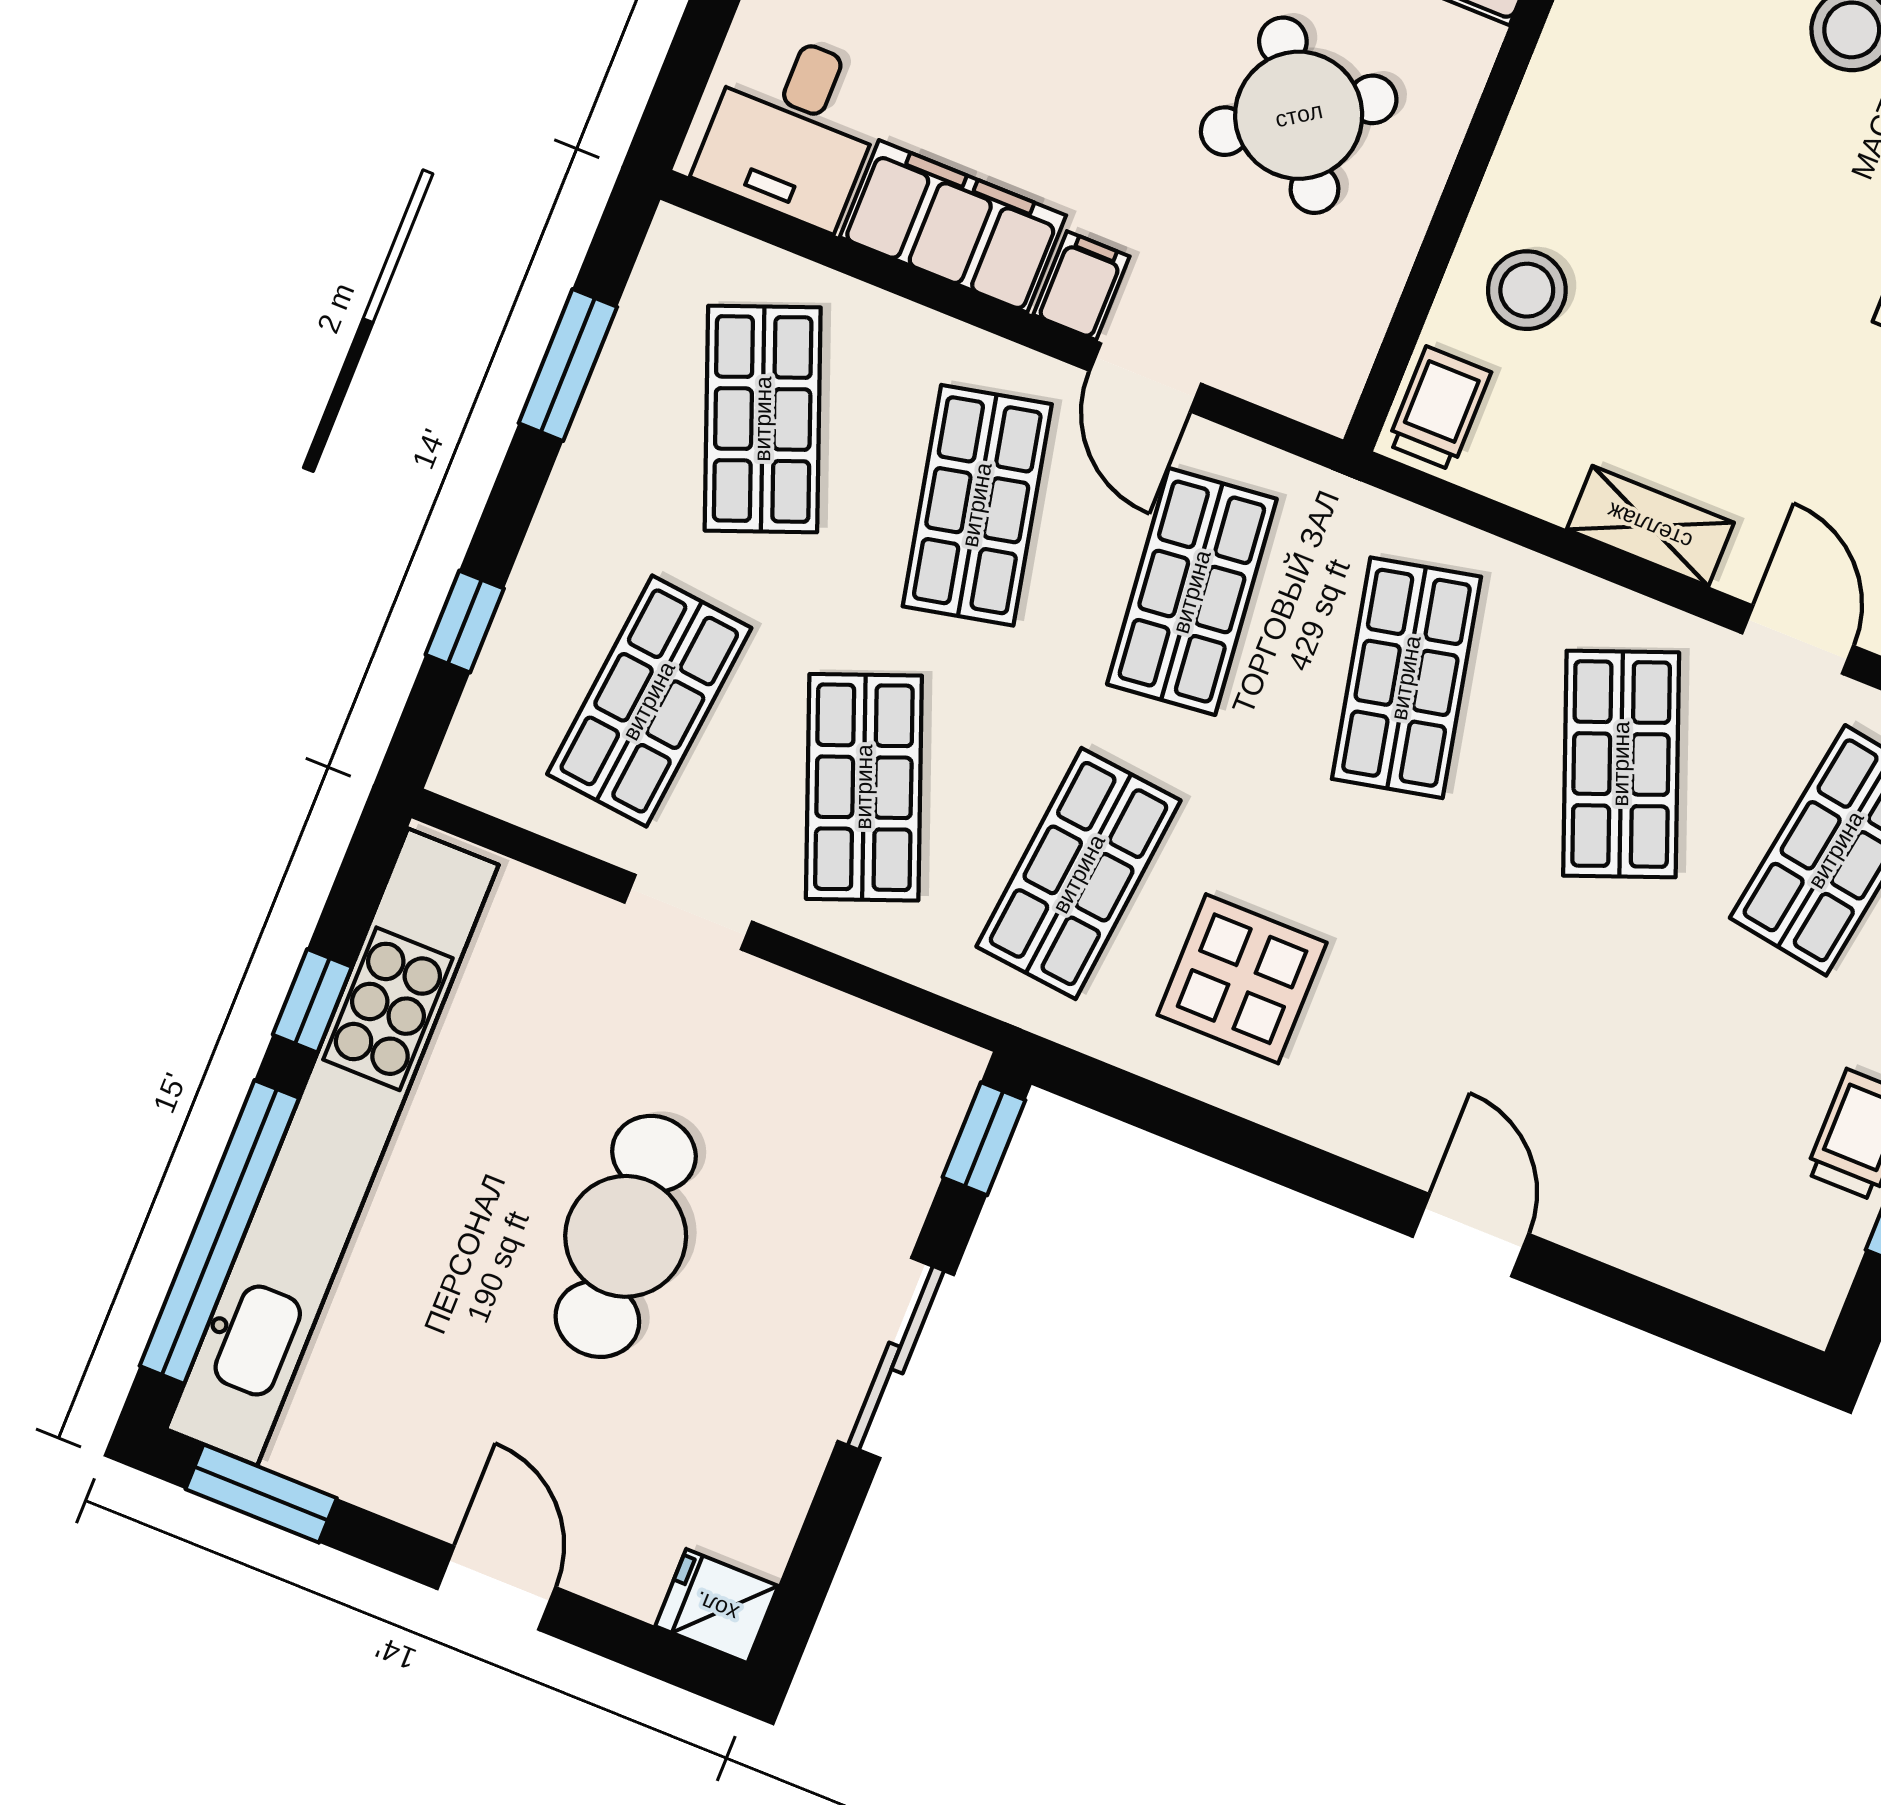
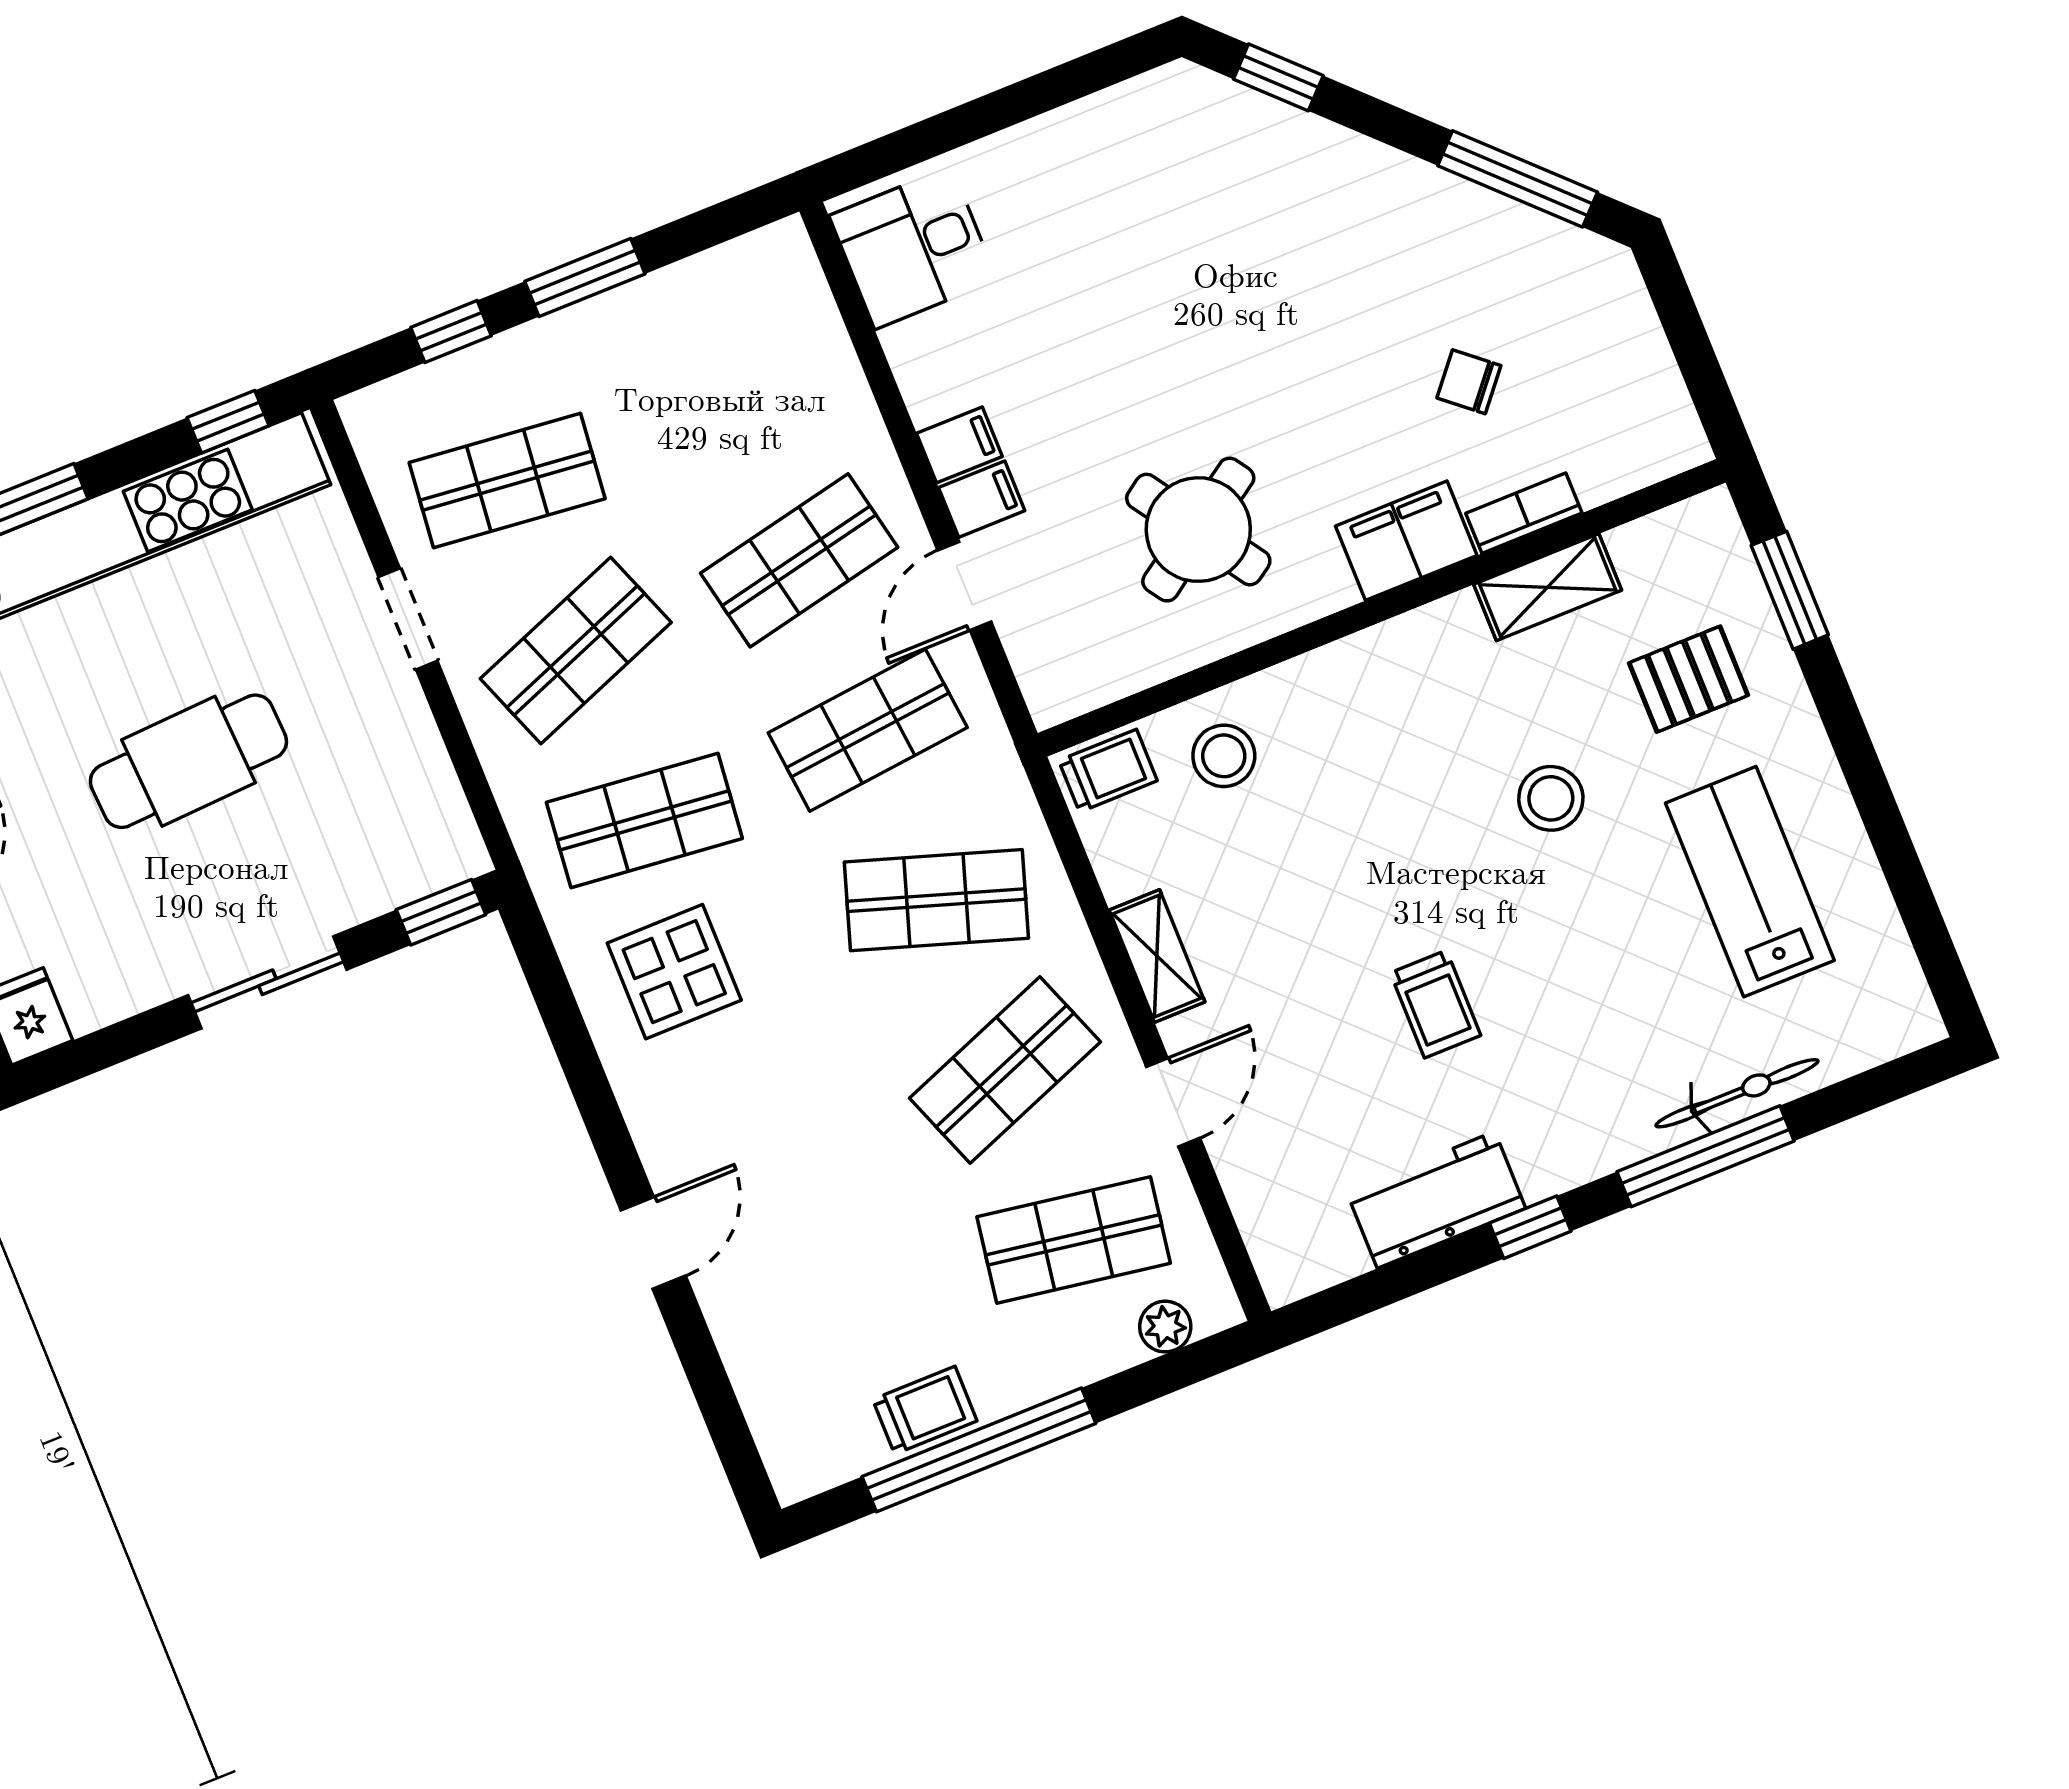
filing cabinet: (953, 226) -> (959, 445), width x0.33, depth x0.86
window: (568, 365) -> (585, 278), moved
shop shelf: (763, 419) -> (730, 390), removed
shop shelf: (1406, 678) -> (936, 900), turned 30
window: (312, 1001) -> (228, 422), moved

